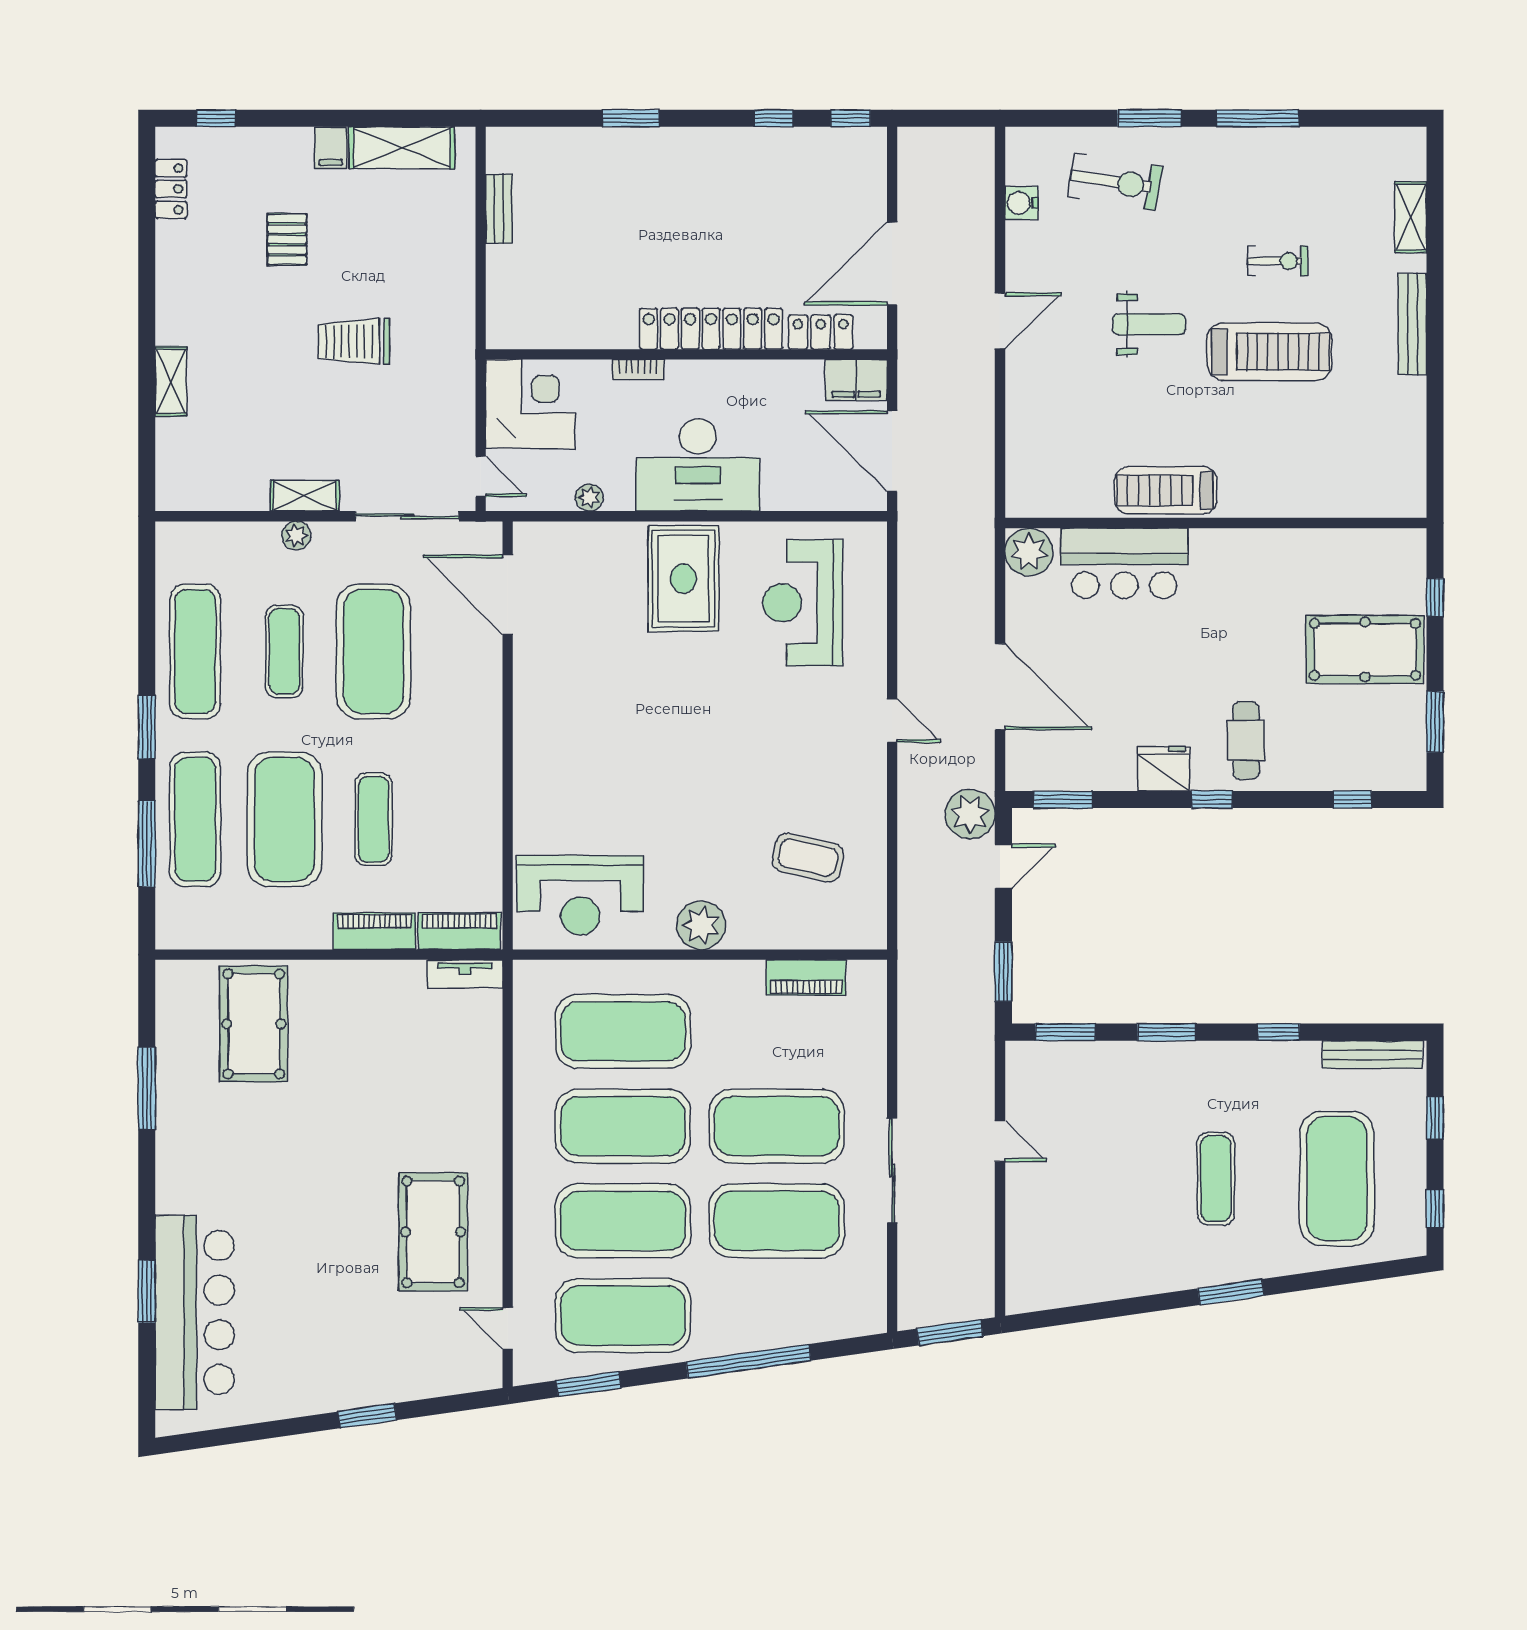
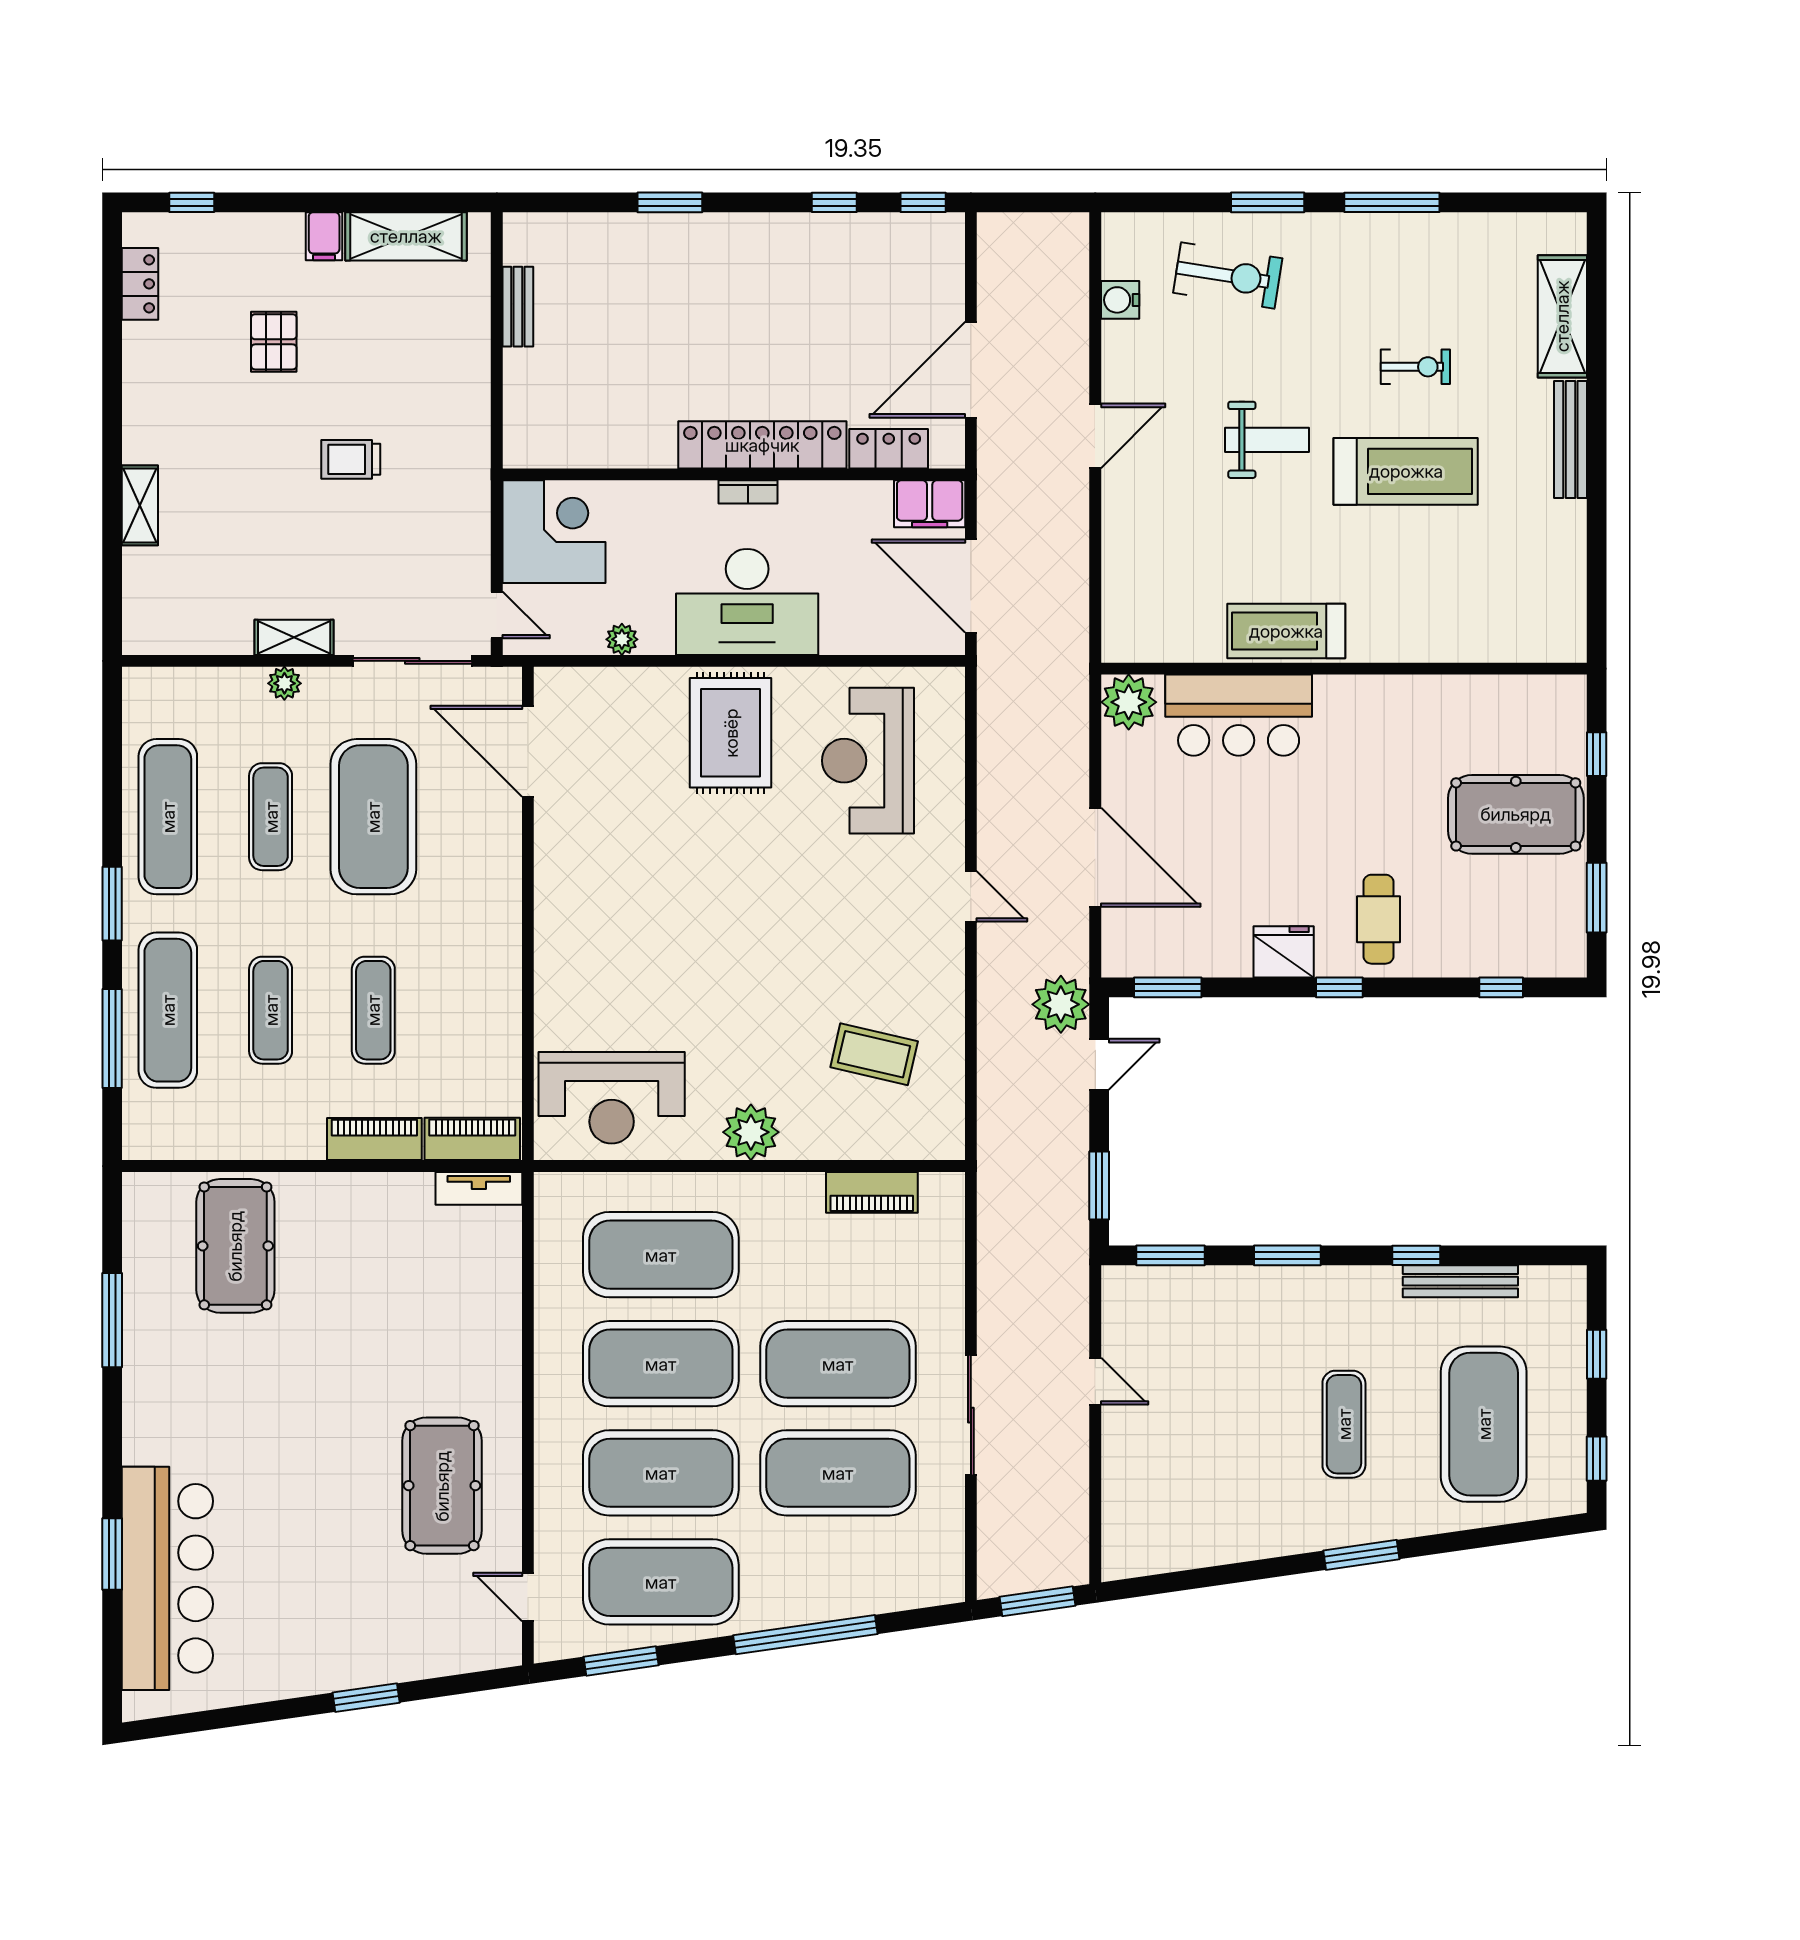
shelving: (1411, 217) -> (1562, 316), width x1.50, depth x1.33
trolley: (354, 341) -> (351, 459), width x0.73, depth x0.72
bookcase: (638, 370) -> (748, 492), moved
exercise mat: (284, 819) -> (271, 1010), width x0.50, depth x0.69
bench: (1373, 1055) -> (1460, 1281), moved

